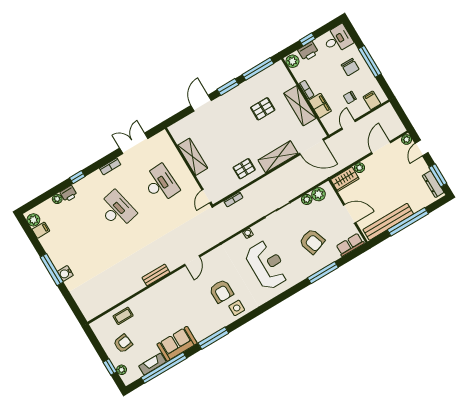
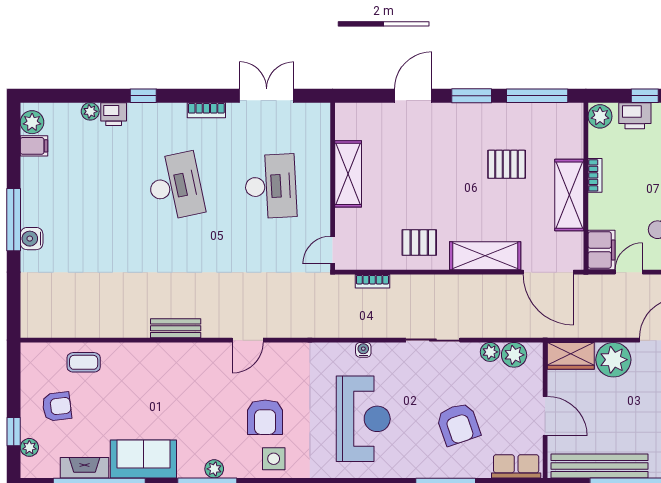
filing cabinet: (320, 106) -> (601, 250), moved
plant: (359, 168) -> (613, 360), width x1.87, depth x1.87
plant: (212, 329) -> (214, 469), added

